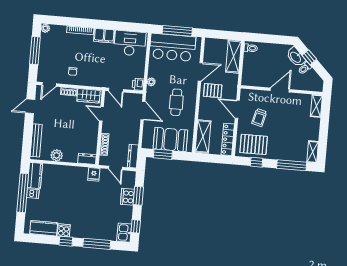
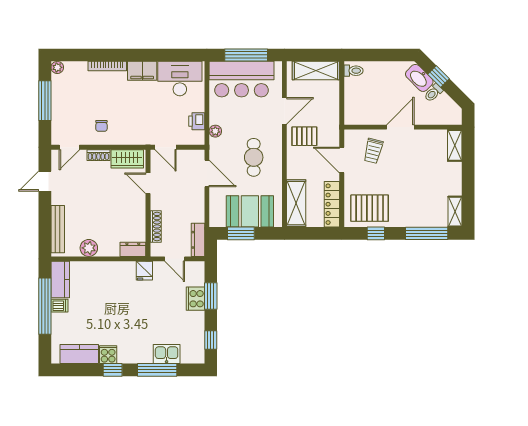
shelving: (234, 56) -> (316, 71), moved, turned 90
printer: (138, 84) -> (197, 121), moved
trolley: (259, 118) -> (373, 151), moved
kitchen sink: (124, 233) -> (167, 354), moved, turned 90

